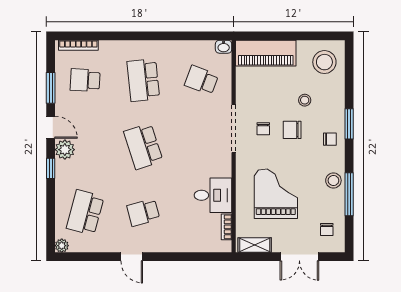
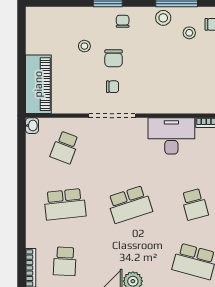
stool: (324, 62) -> (189, 33), moved, width x0.53, depth x0.53
grand piano: (276, 194) -> (176, 74), removed
desk: (213, 195) -> (171, 136), width x1.37

